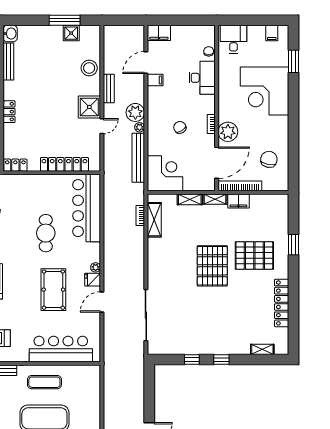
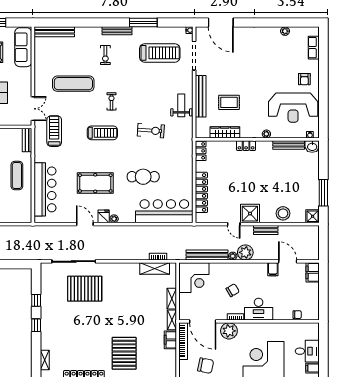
shower: (71, 33) -> (313, 216), moved
desk: (233, 39) -> (307, 351), moved
desk: (202, 78) -> (259, 309), moved
pallet: (212, 266) -> (85, 289), moved

